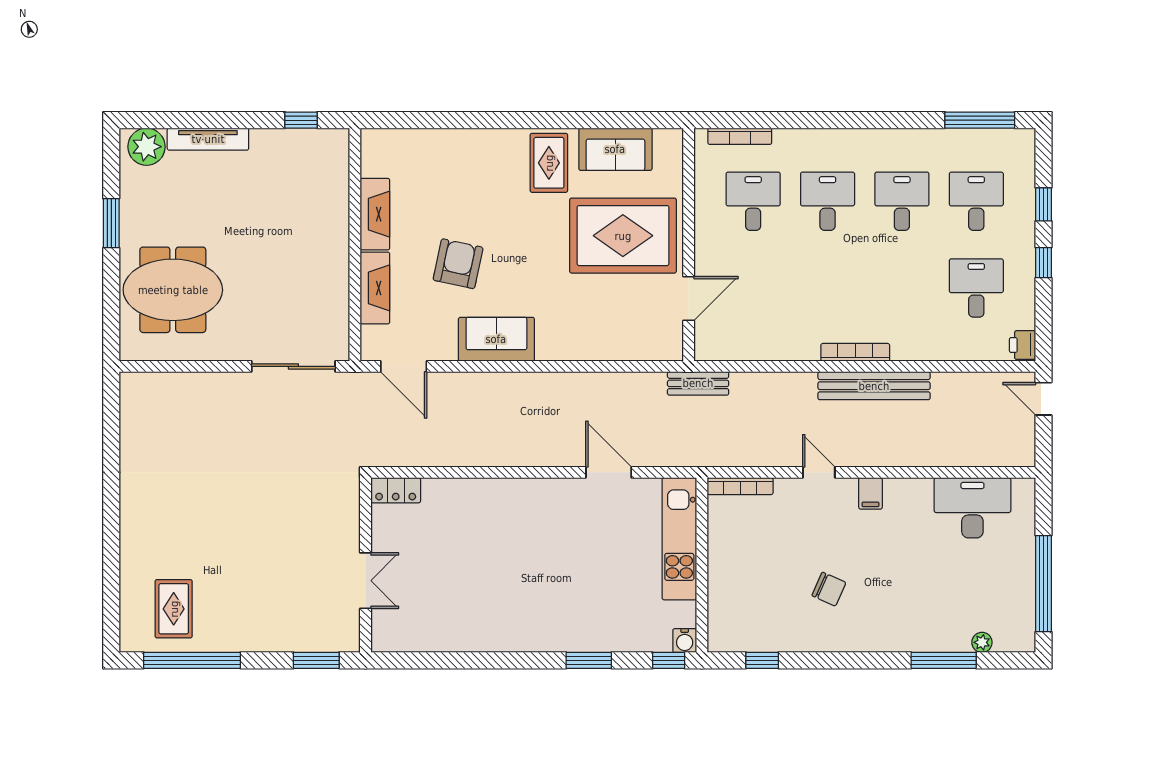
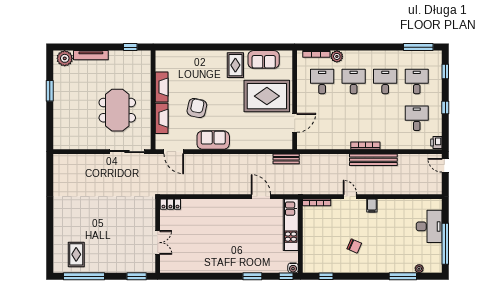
plant: (788, 142) -> (337, 56), added
window: (1043, 204) -> (445, 71), moved
meeting table: (173, 290) -> (117, 110), moved, turned 90
bench: (698, 383) -> (286, 159), moved
desk: (972, 508) -> (429, 226), moved, turned 90

